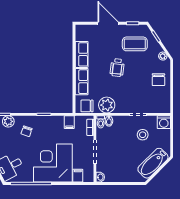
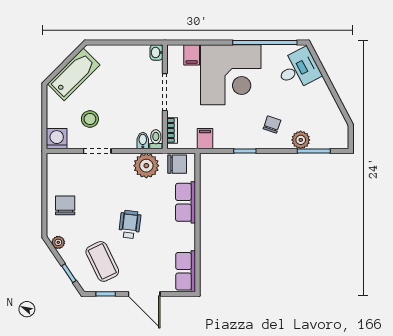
coffee table: (135, 44) -> (102, 261), turned 64
row of seats: (82, 54) -> (186, 271), moved

